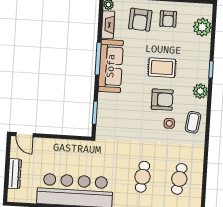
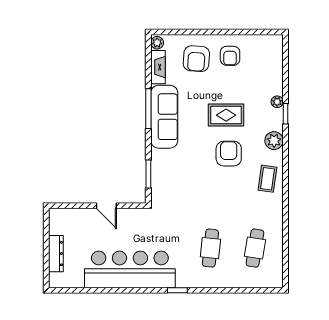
plant: (202, 27) -> (277, 102), moved, width x0.53, depth x0.53
armchair: (162, 100) -> (229, 154), turned -90
side table: (169, 123) -> (239, 182), removed
door: (24, 135) -> (106, 206), moved

